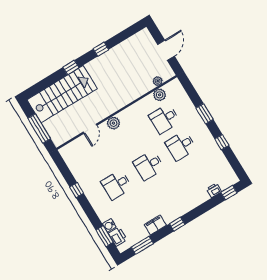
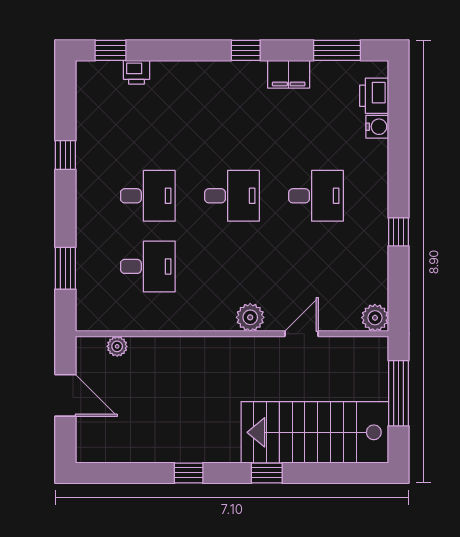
door: (166, 50) -> (65, 395), swing flipped
plant: (160, 95) -> (375, 318), moved
window: (205, 114) -> (65, 268), moved
window: (105, 236) -> (398, 112), removed

